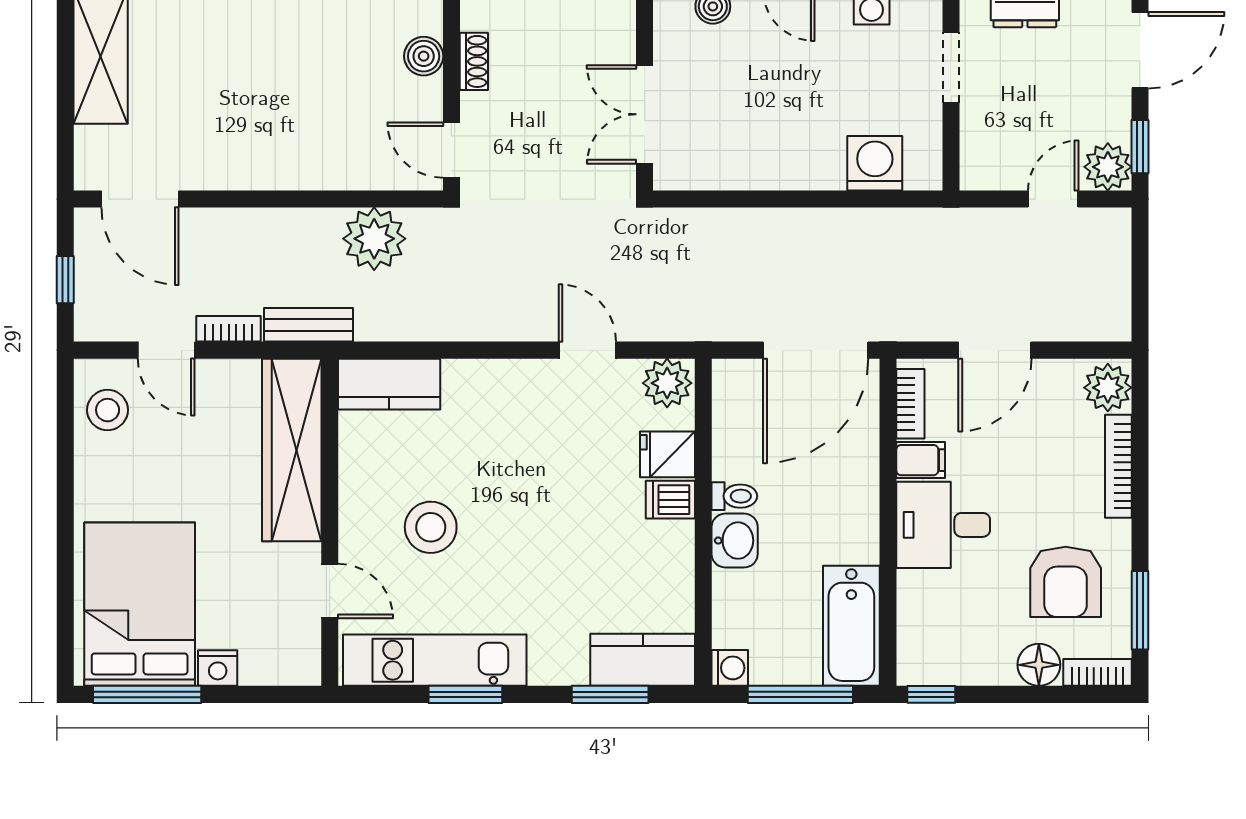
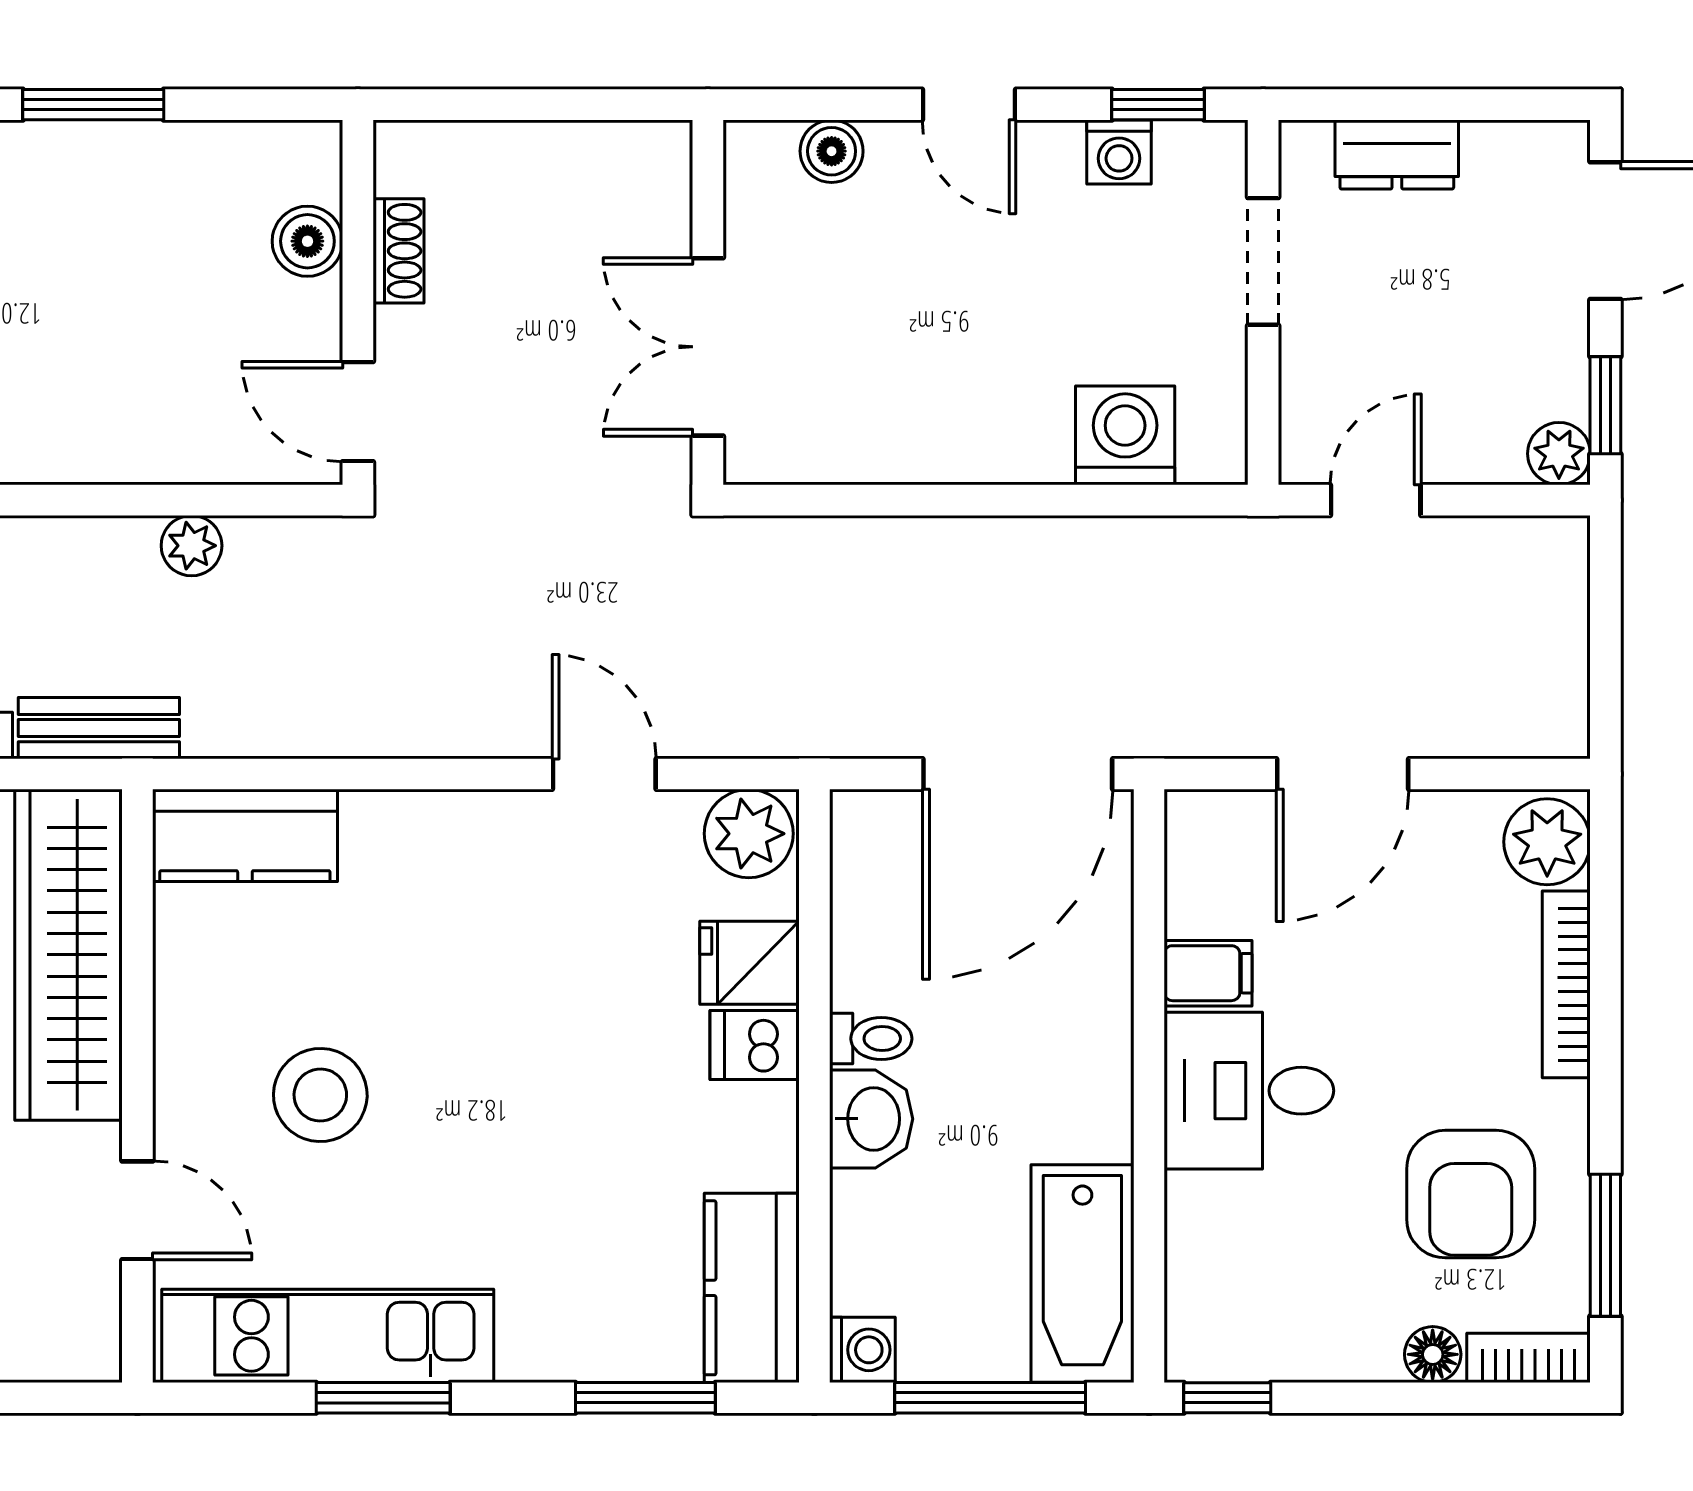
plant: (1108, 167) -> (1559, 454), width x0.73, depth x0.73
door: (1053, 199) -> (1376, 500), moved
plant: (374, 239) -> (192, 546), width x0.53, depth x0.53
bookcase: (910, 404) -> (1189, 871), removed
kitchen counter: (643, 660) -> (752, 1288), moved, turned -90
floor lamp: (1039, 665) -> (1433, 1354), width x0.73, depth x0.73

